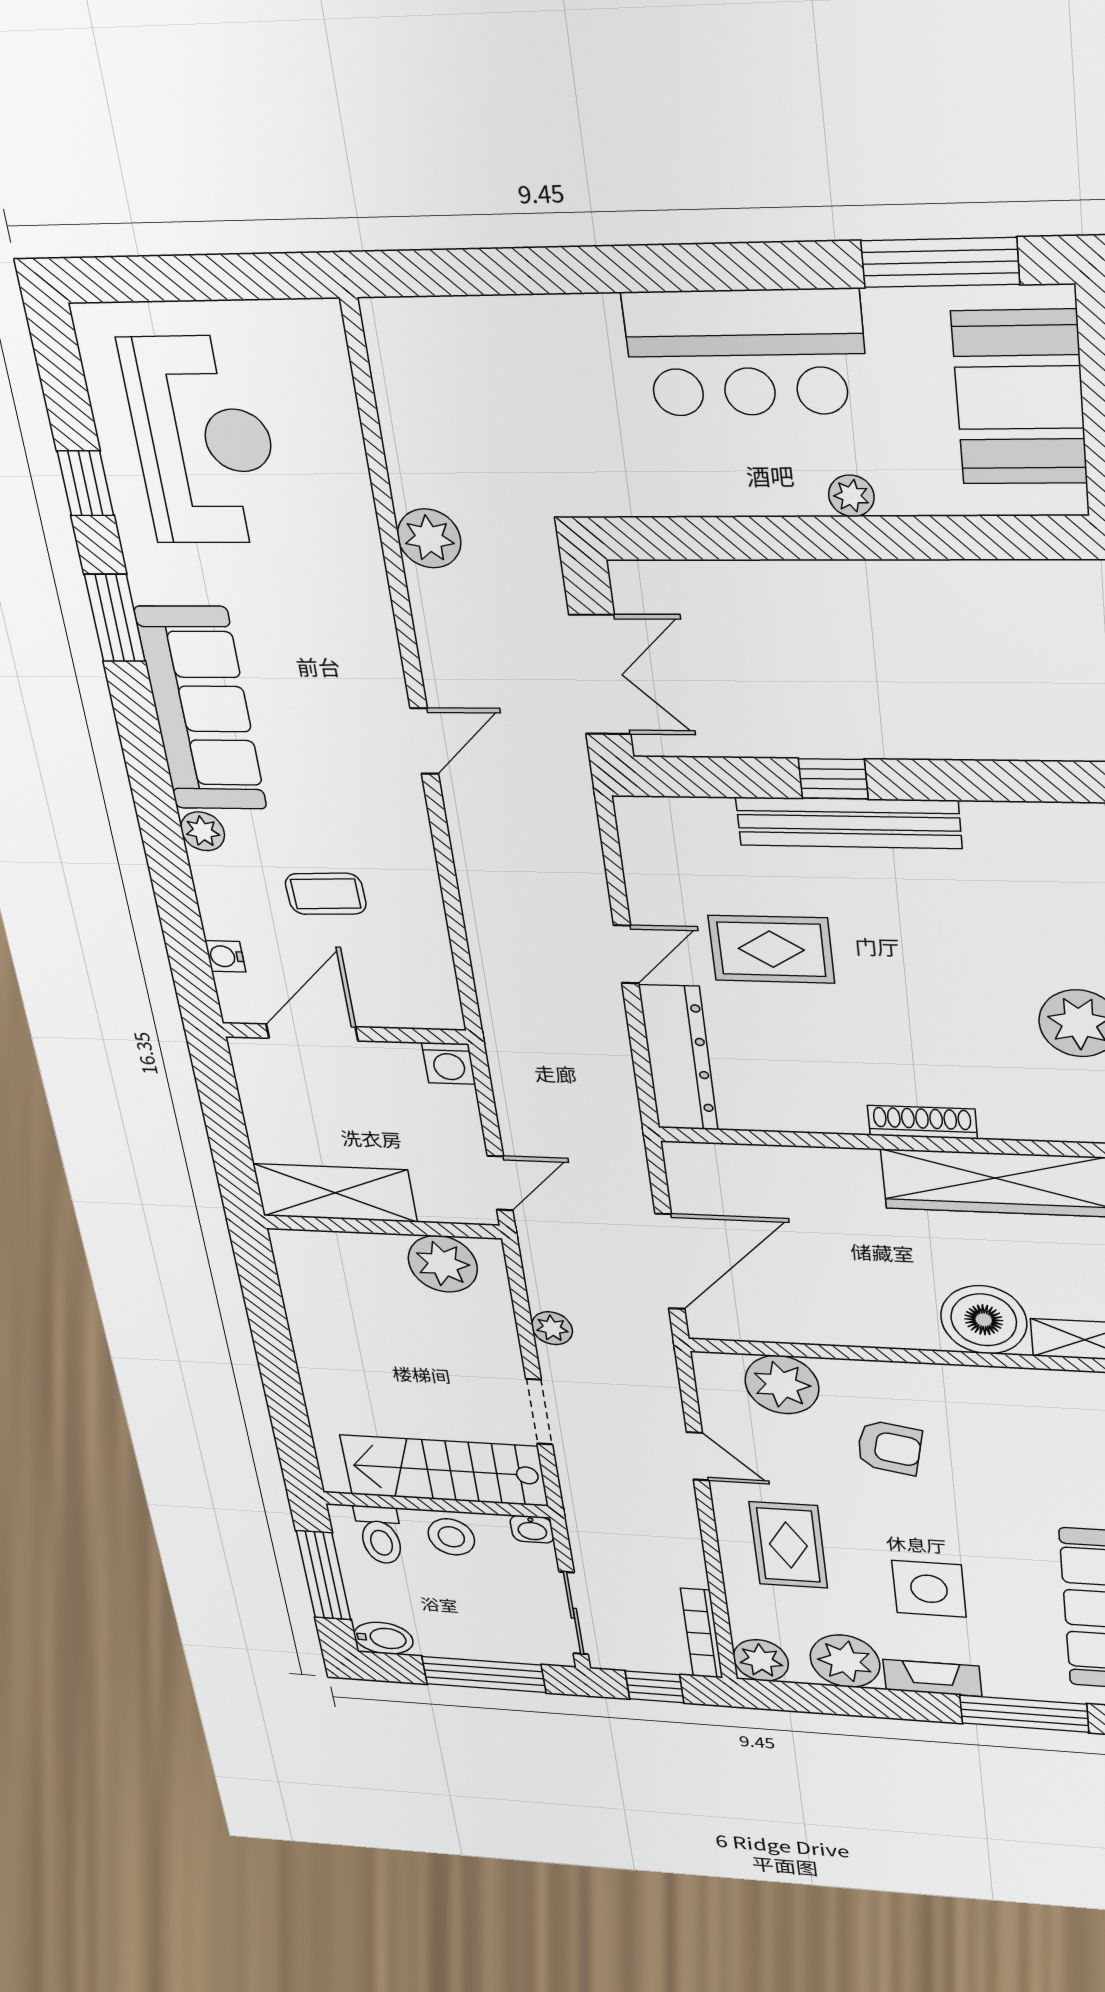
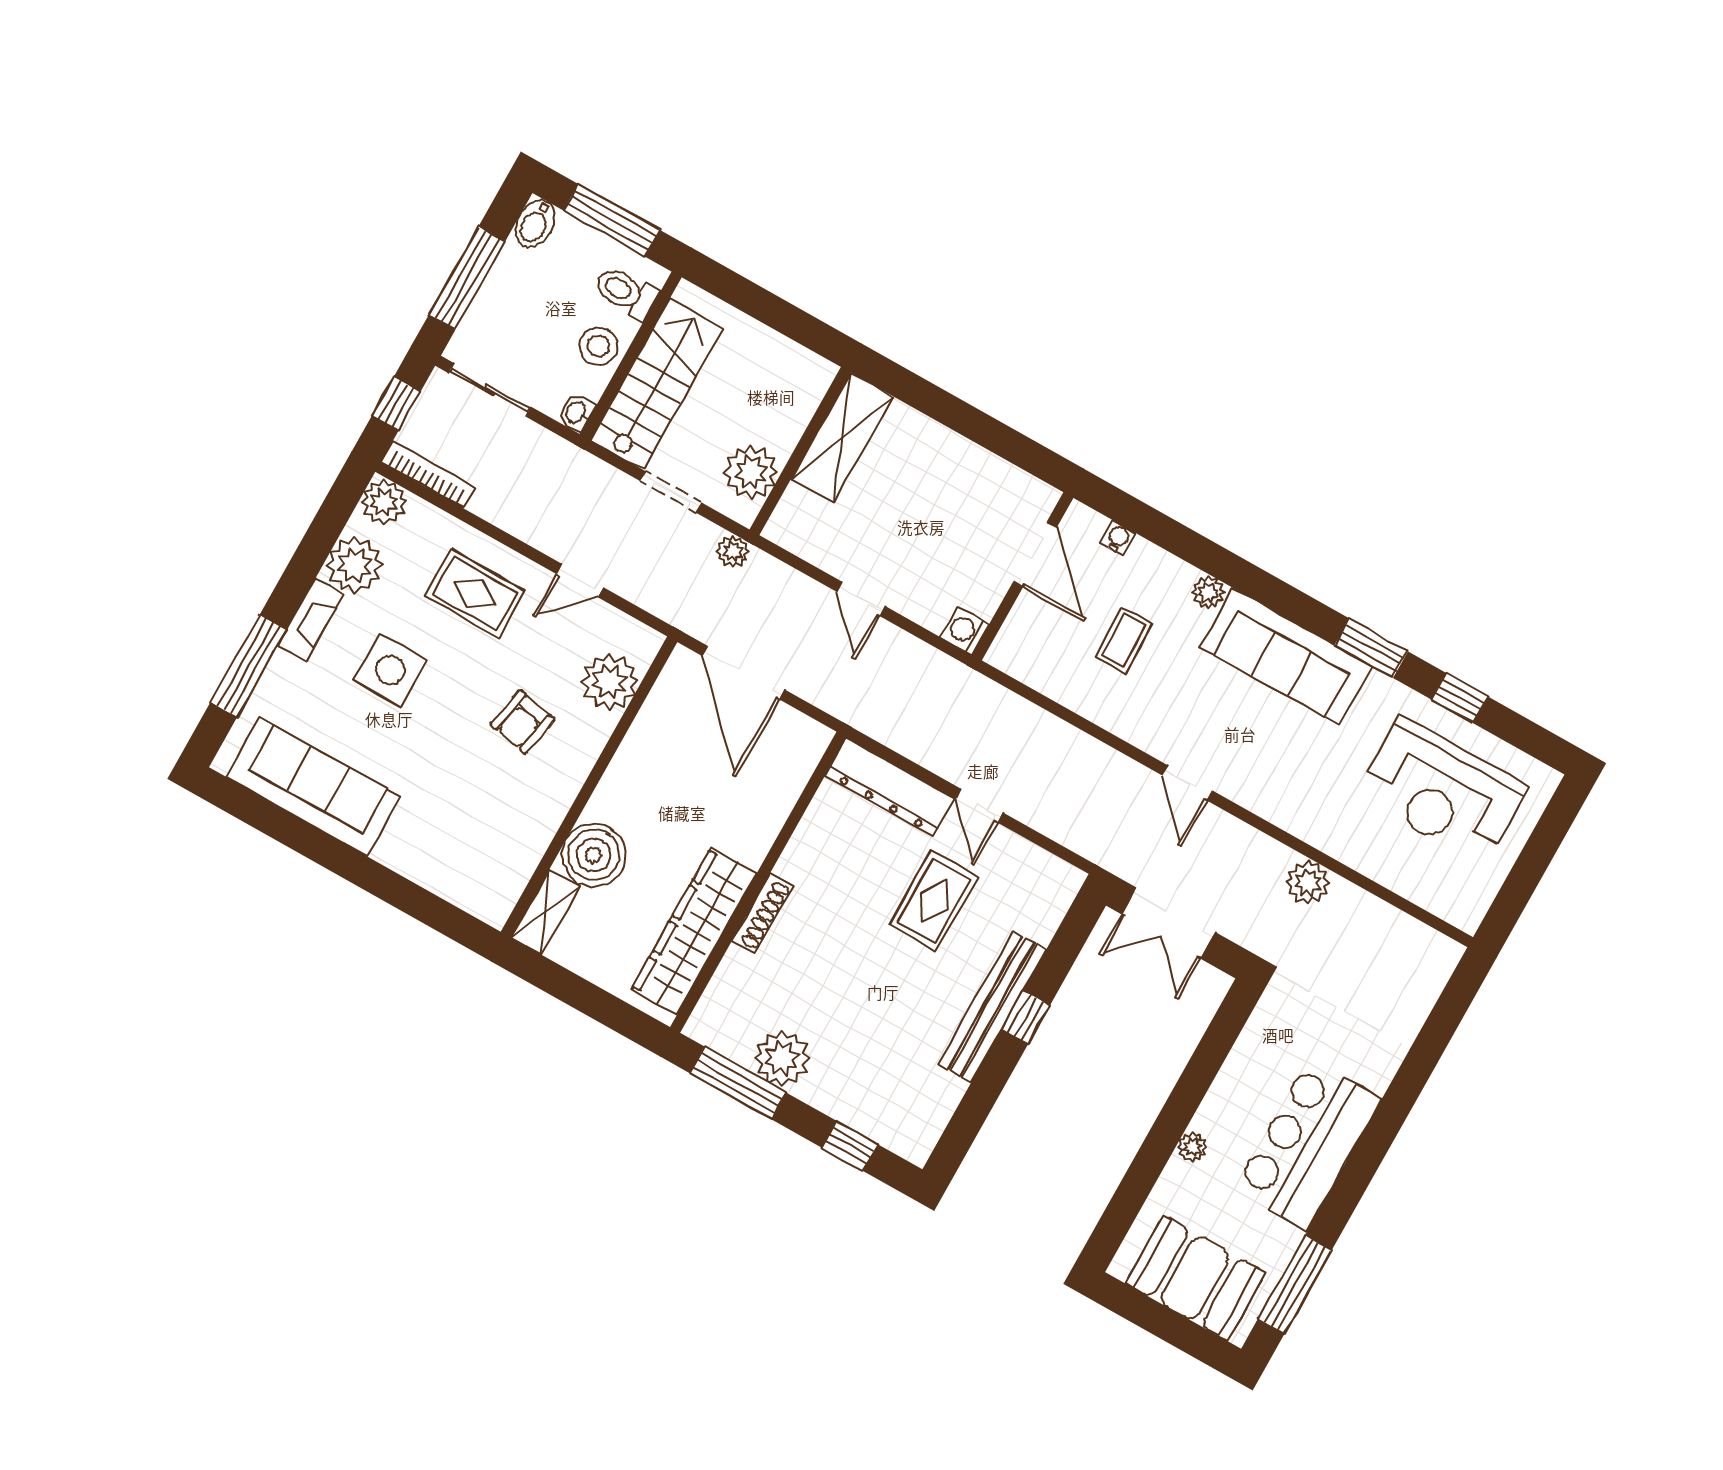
shelving: (335, 1193) -> (842, 438), moved
wall: (382, 1227) -> (800, 451), moved
plant: (443, 1264) -> (751, 472), moved

